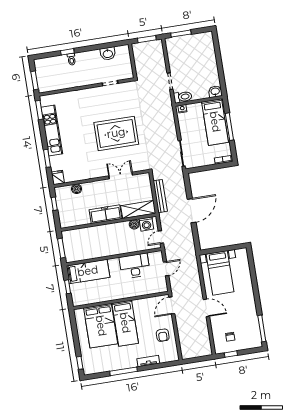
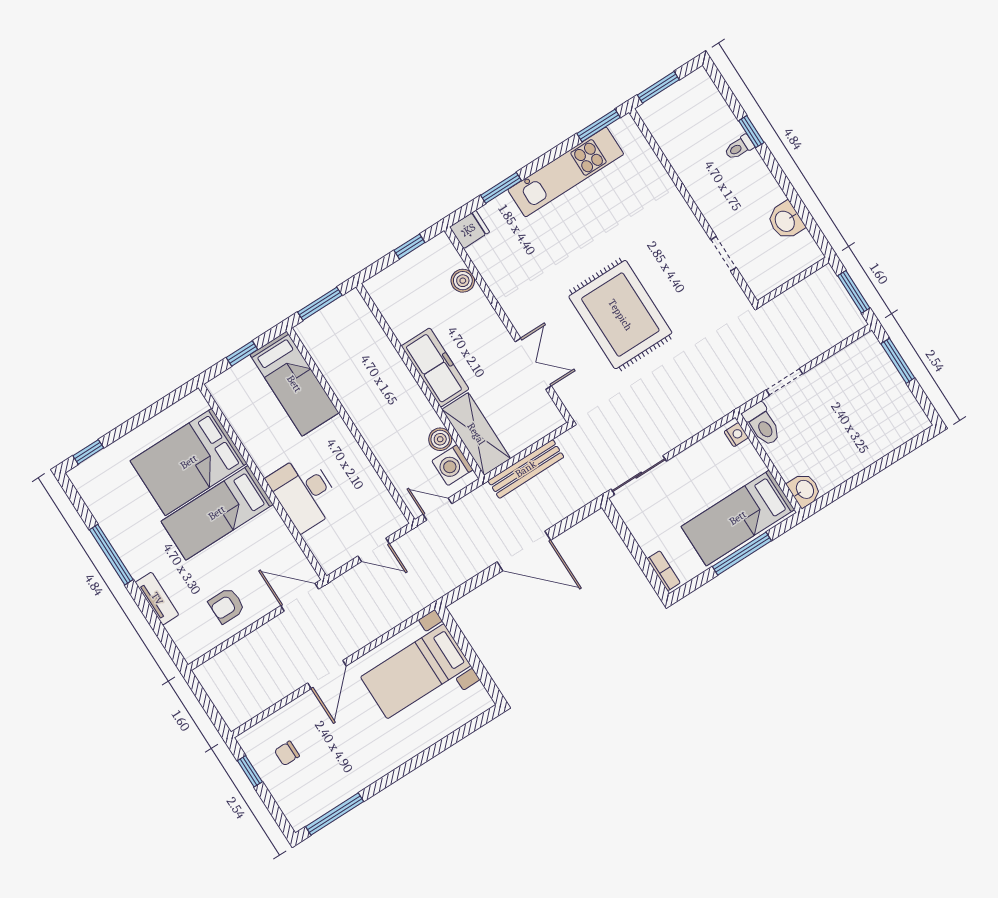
desk: (135, 266) -> (304, 493), moved, turned 180

